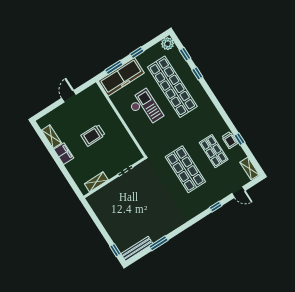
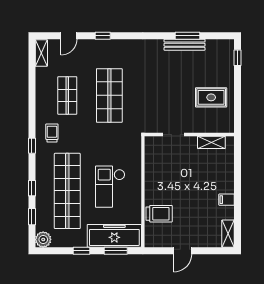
trolley: (93, 135) -> (159, 214), moved
shelving: (51, 137) -> (228, 234), moved
window: (240, 139) -> (32, 146), moved
trolley: (230, 140) -> (52, 133), moved
filing cabinet: (64, 154) -> (227, 200), width x0.50
door: (238, 192) -> (69, 36), swing flipped
rug: (116, 212) -> (211, 97), added
bench: (137, 249) -> (184, 45), moved

